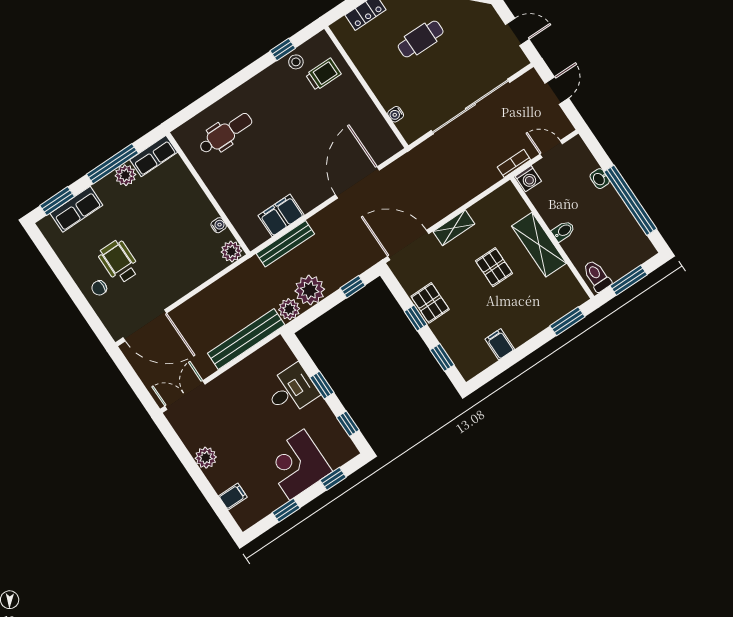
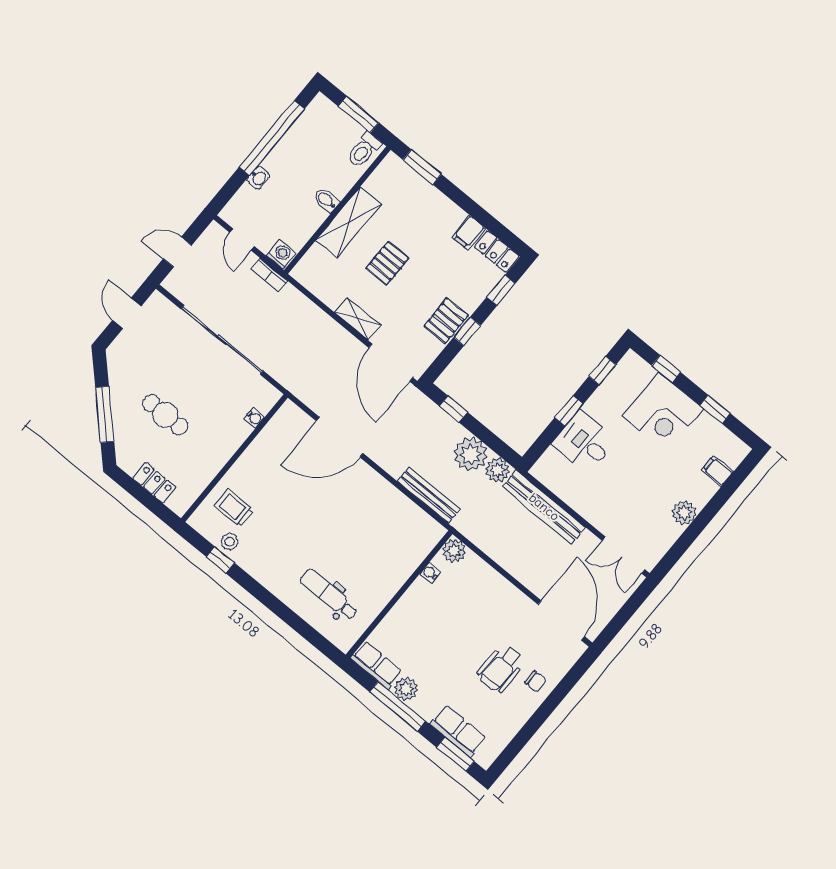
filing cabinet: (281, 215) -> (399, 509), removed
locker: (476, 364) -> (497, 251), added

